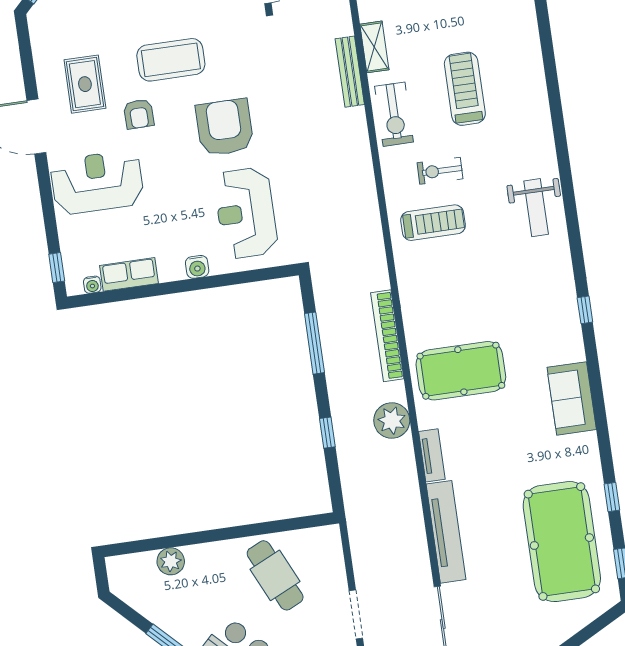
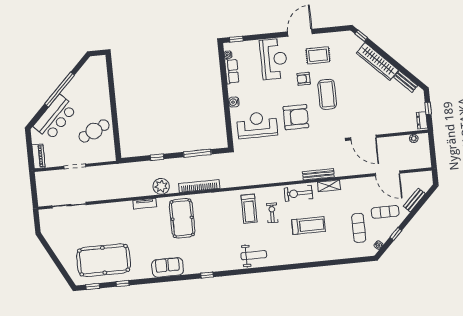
weight bench: (536, 208) -> (254, 255), turned 180
tv unit: (446, 532) -> (110, 208), removed
plant: (171, 561) -> (102, 84), removed

